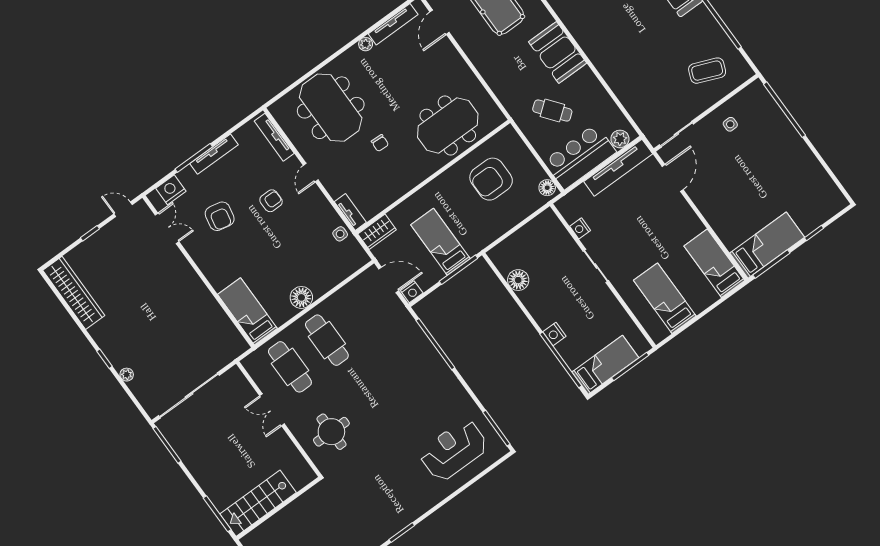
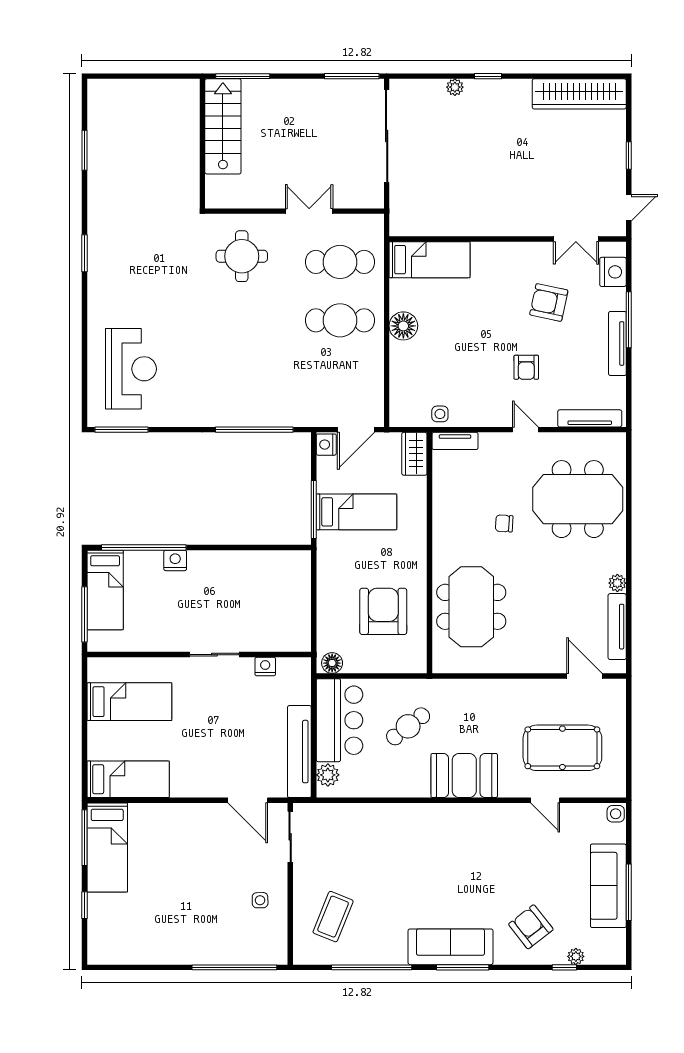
floor lamp: (518, 280) -> (258, 563), removed

